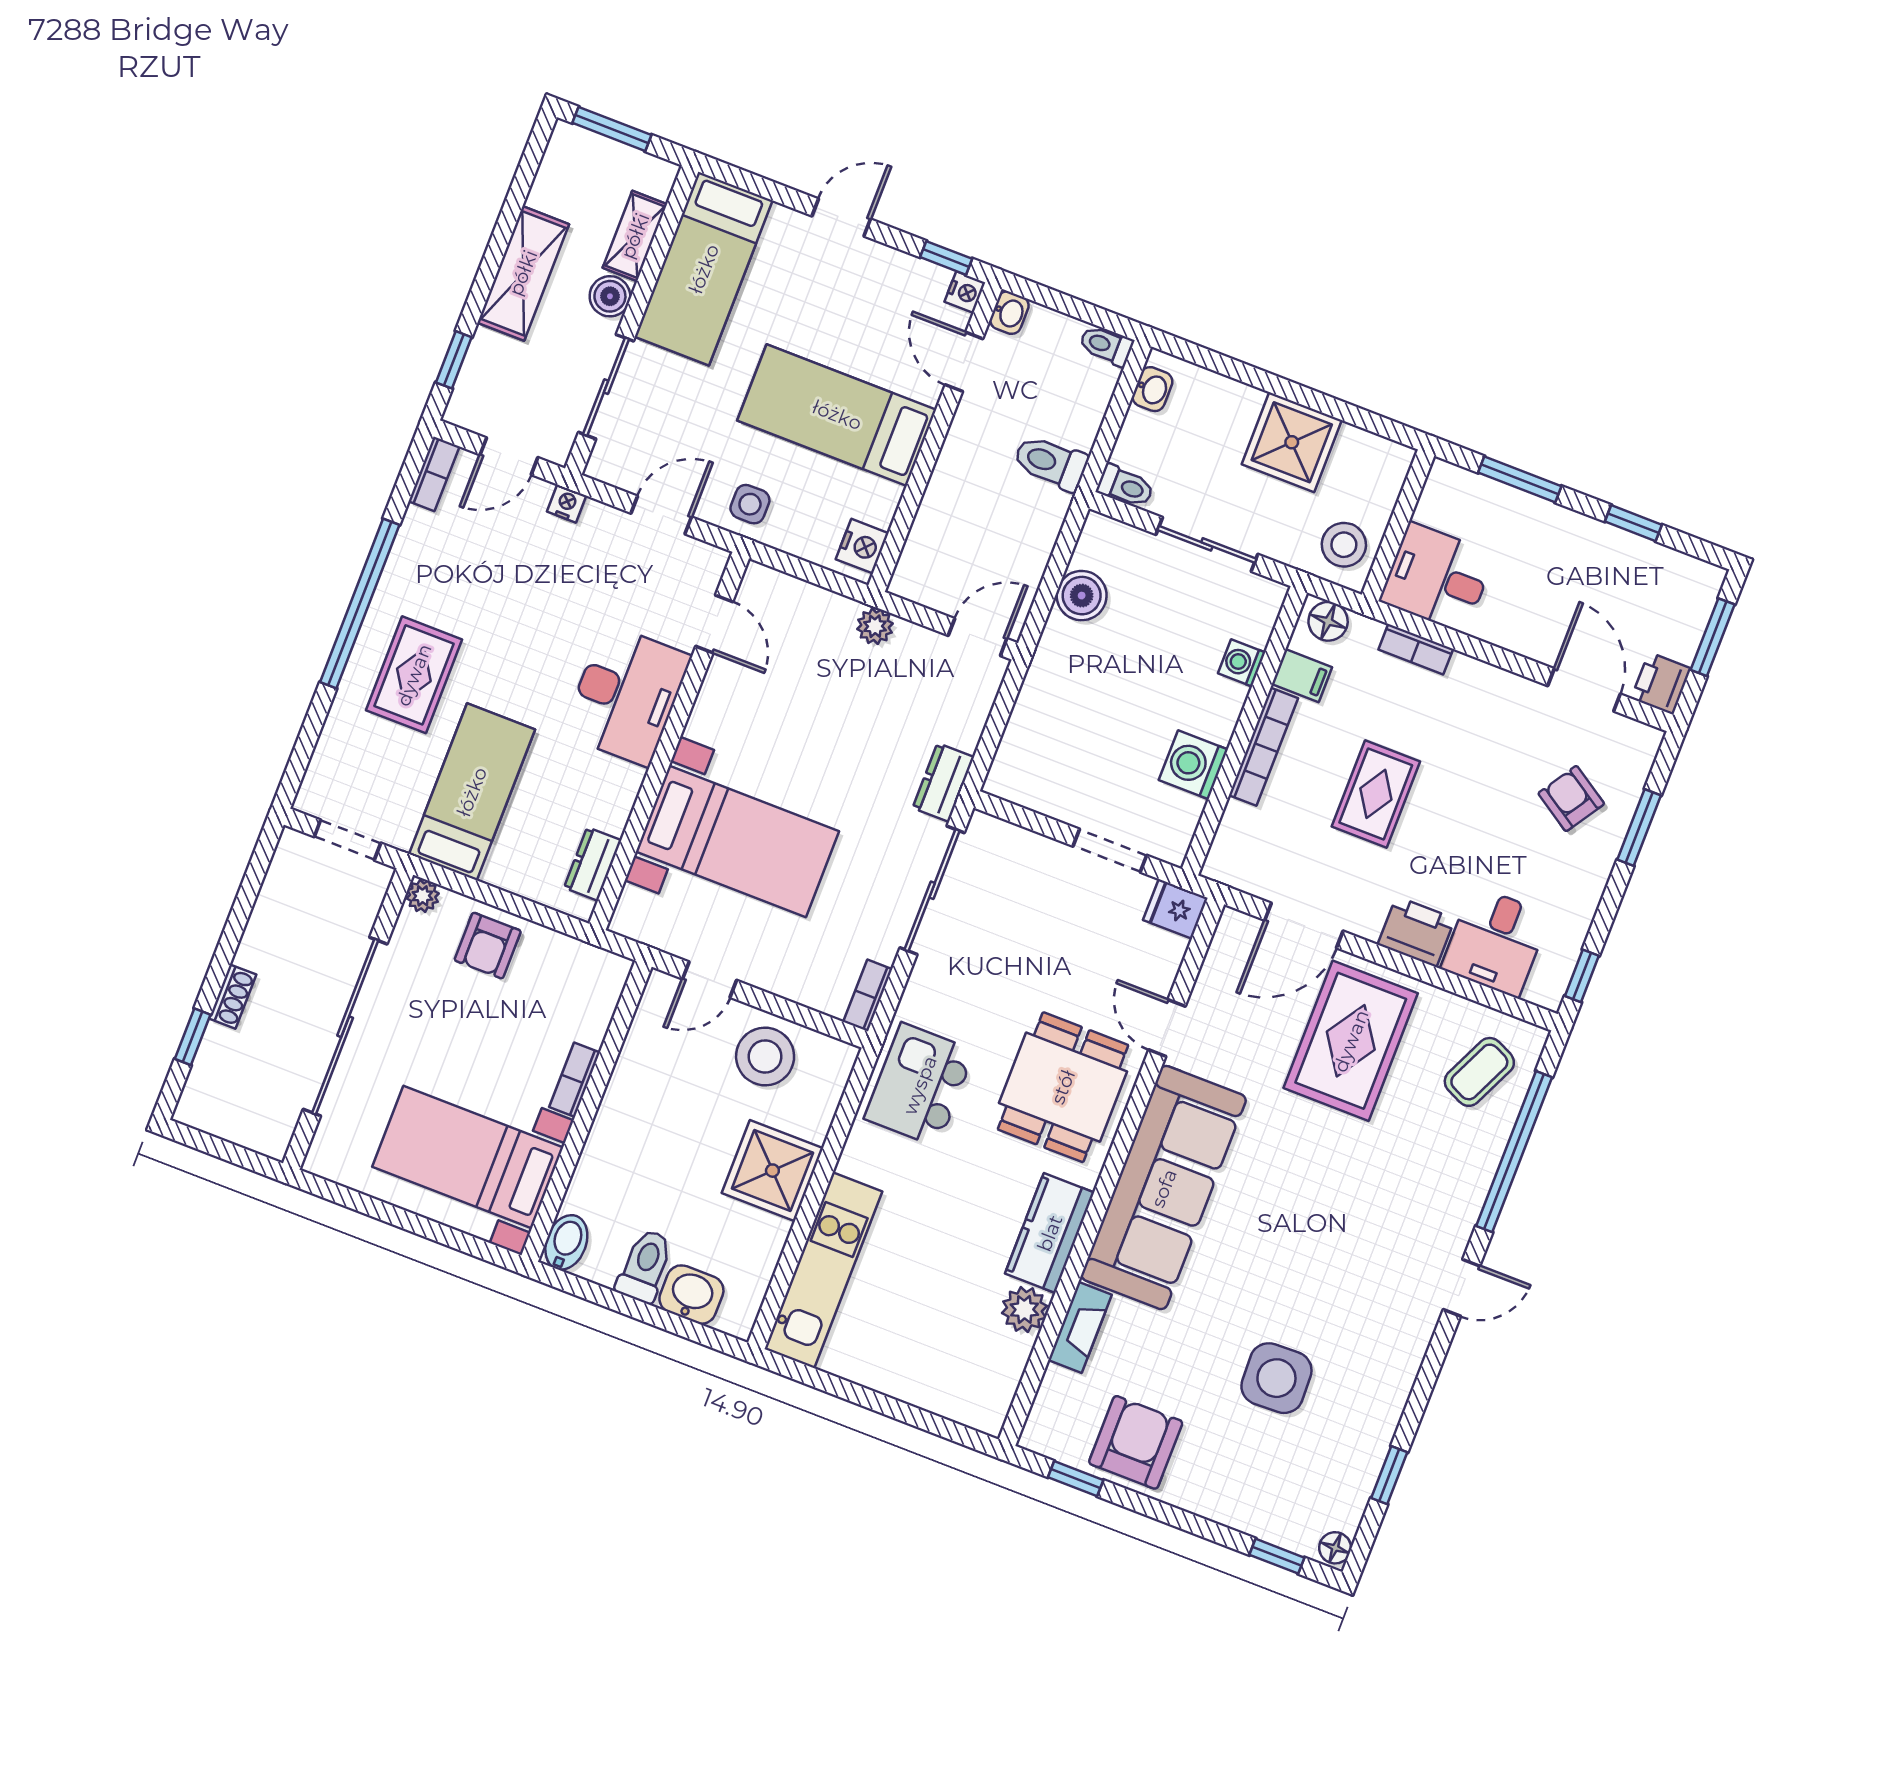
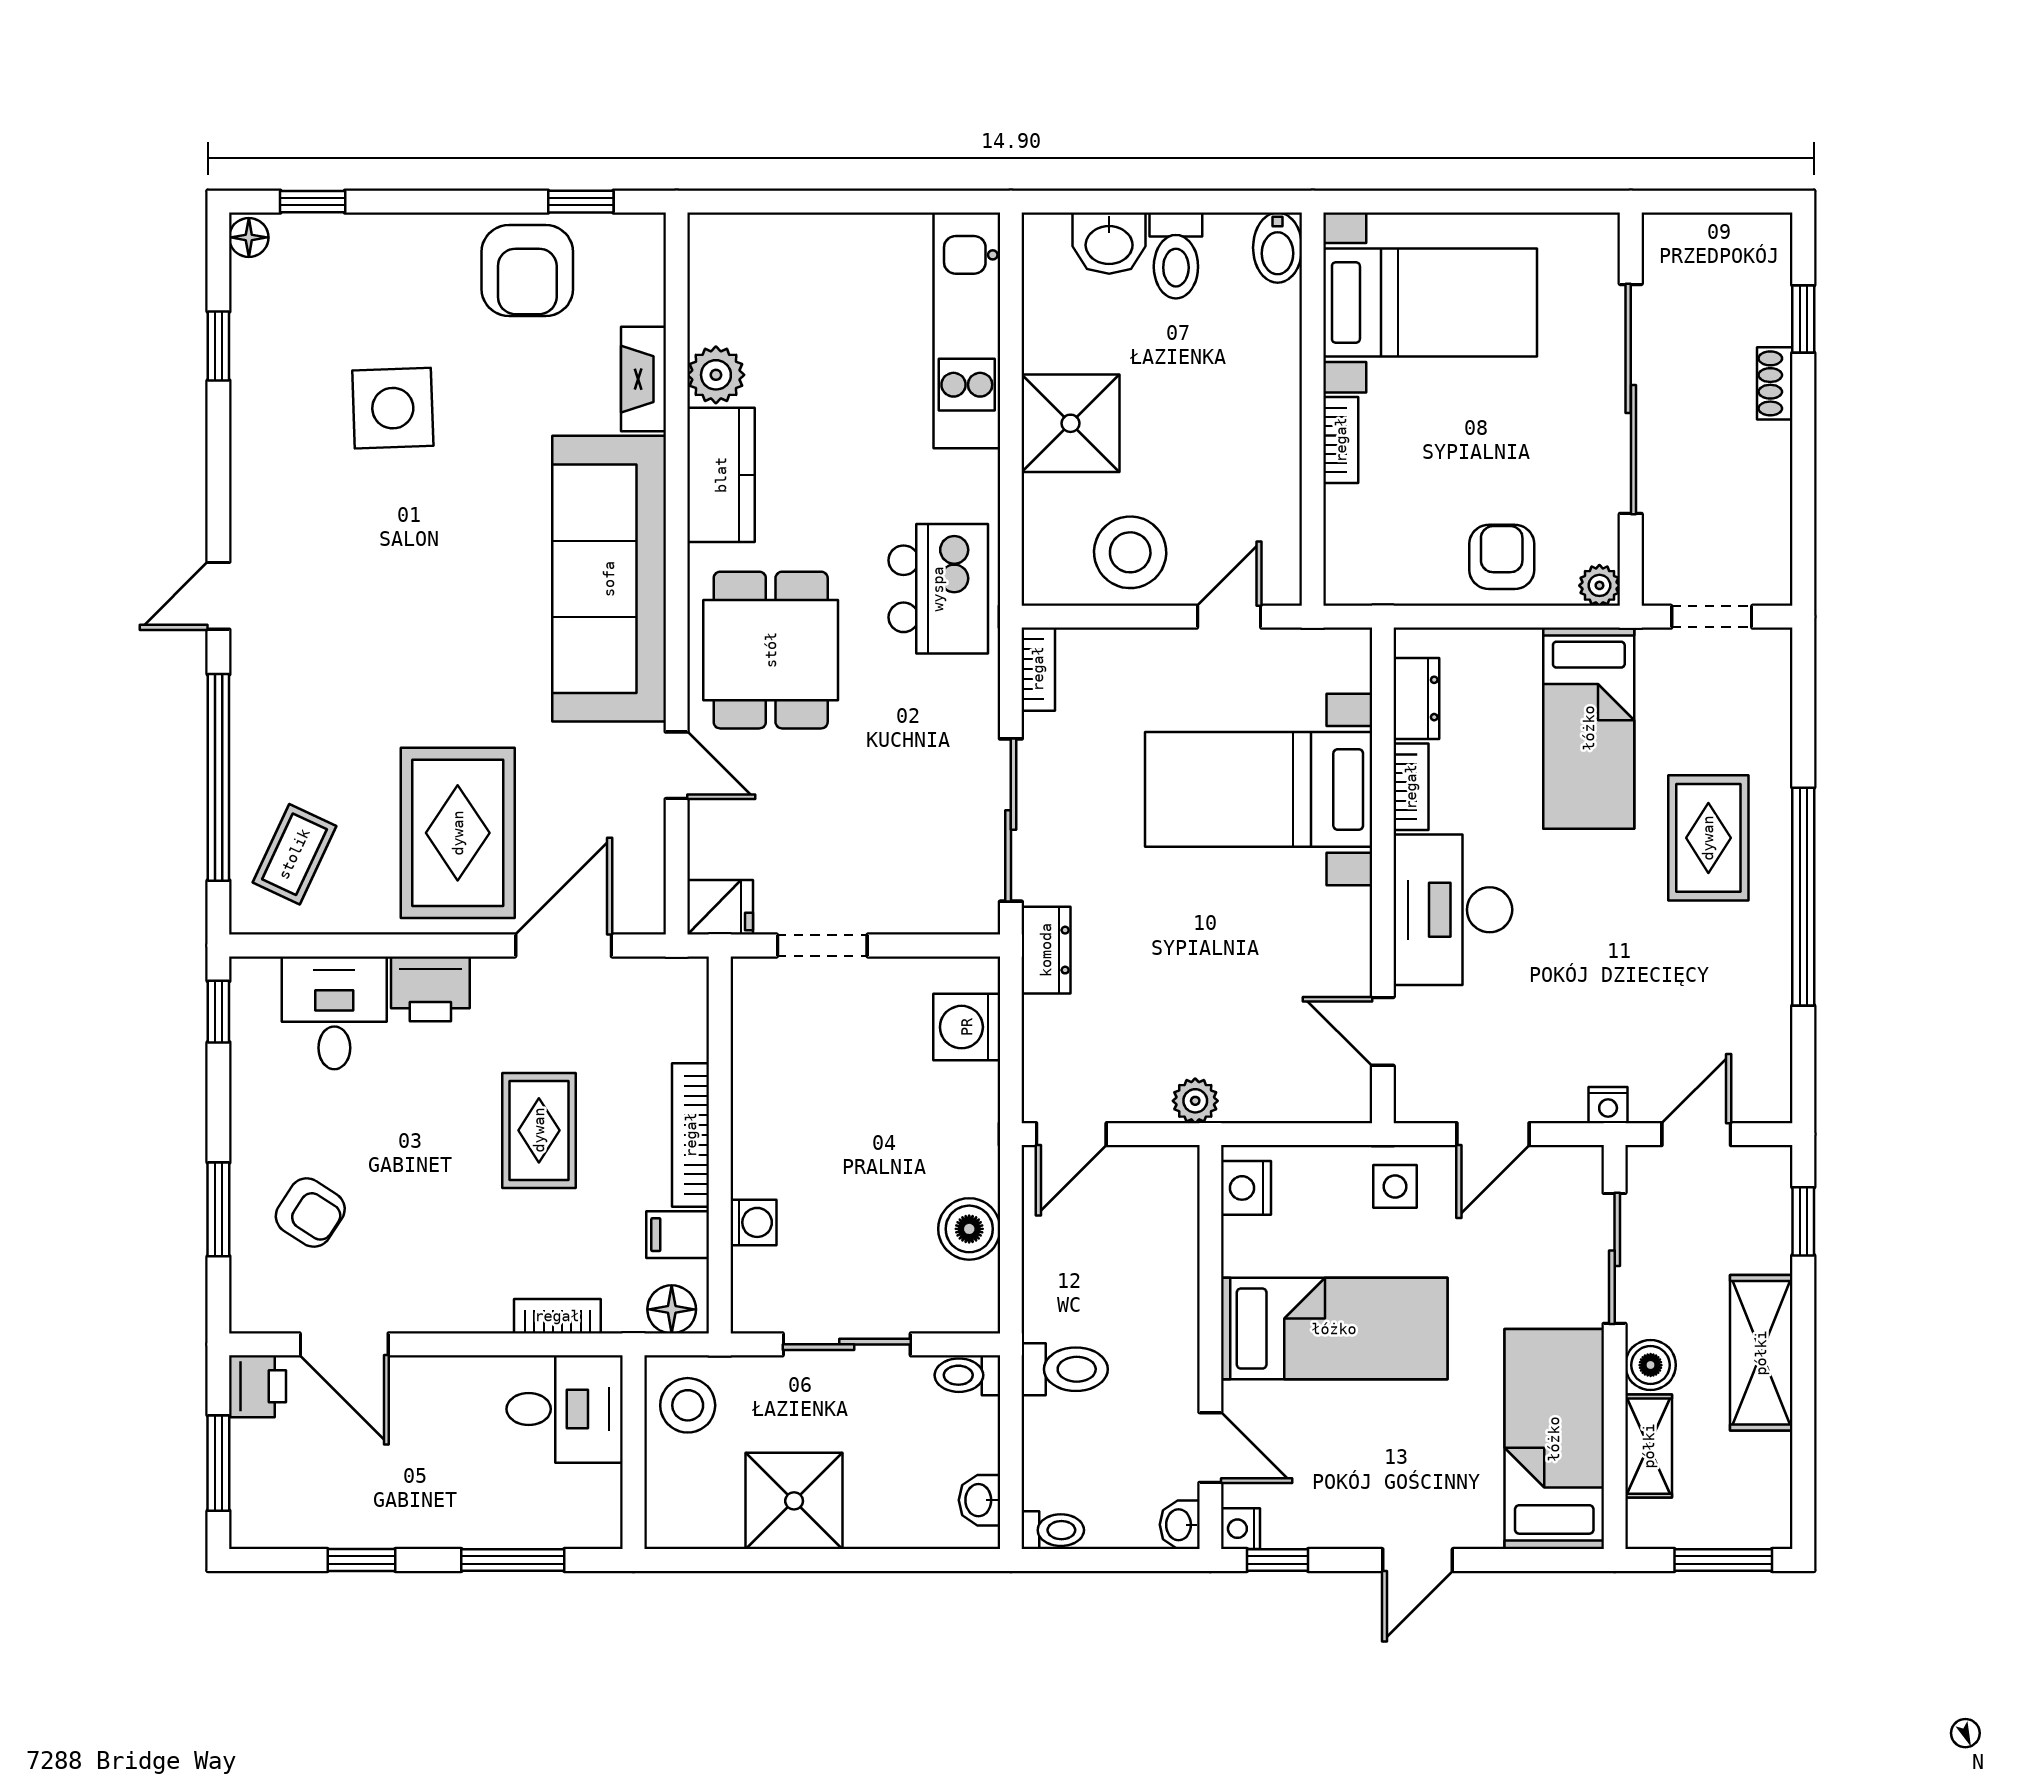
bookcase: (434, 474) -> (1411, 787), moved, turned 180
washing machine: (1193, 765) -> (967, 1027), moved, turned 180

